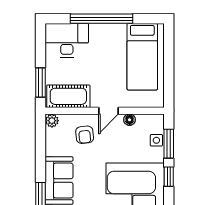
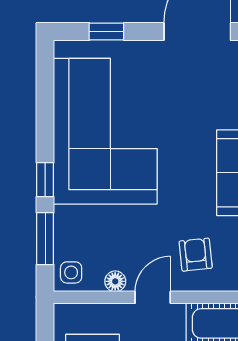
side table: (156, 140) -> (71, 272), moved

